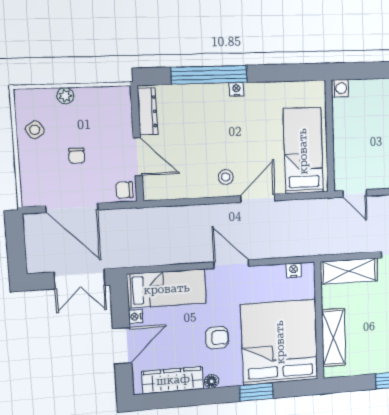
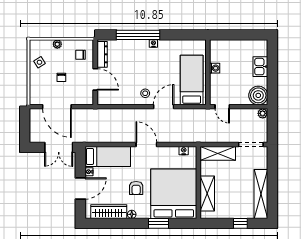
washing machine: (340, 88) -> (215, 68), moved
chair: (124, 190) -> (80, 55), moved
armchair: (217, 338) -> (136, 188), turned 90

